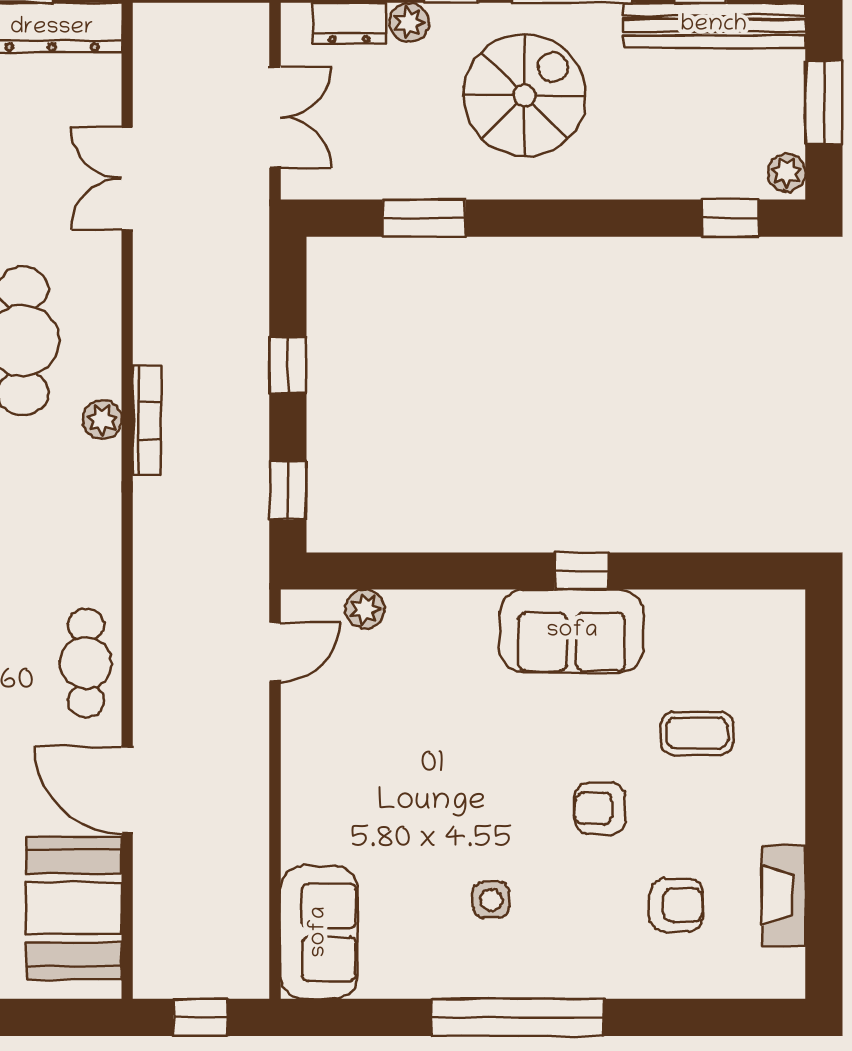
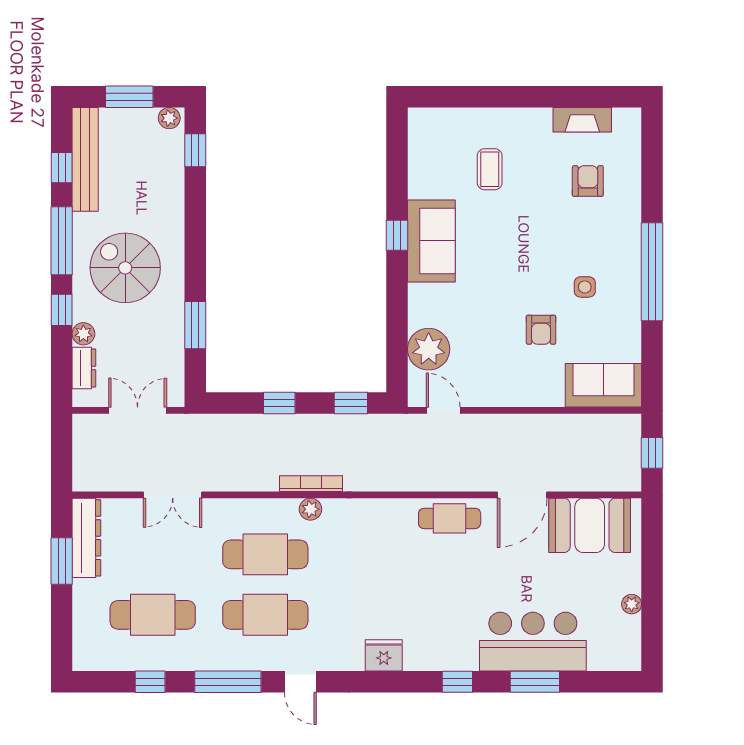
plant: (365, 609) -> (429, 349), width x1.87, depth x1.87
armchair: (600, 808) -> (541, 330), moved

